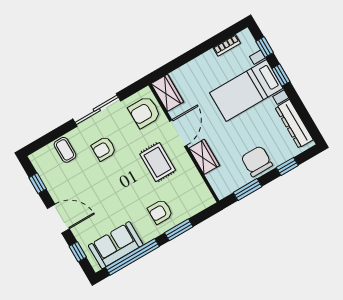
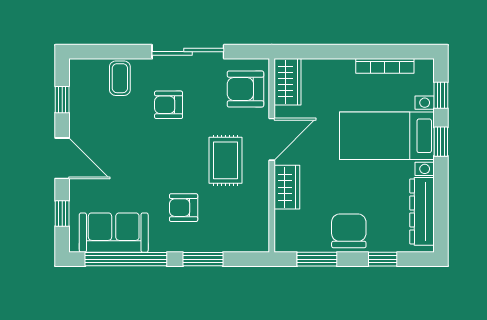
bookcase: (227, 45) -> (385, 66), width x1.56
armchair: (160, 212) -> (184, 208), moved

